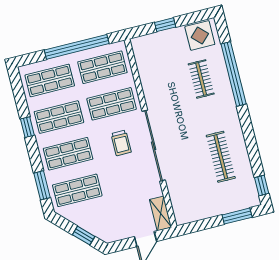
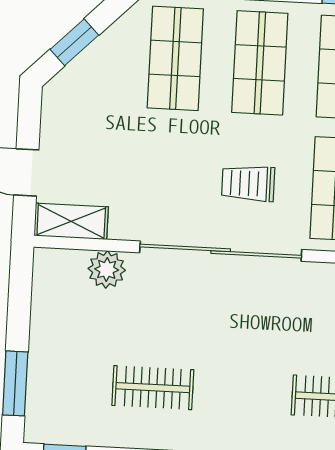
clothes rail: (221, 157) -> (153, 388), width x0.73
plant: (176, 192) -> (107, 269), added

